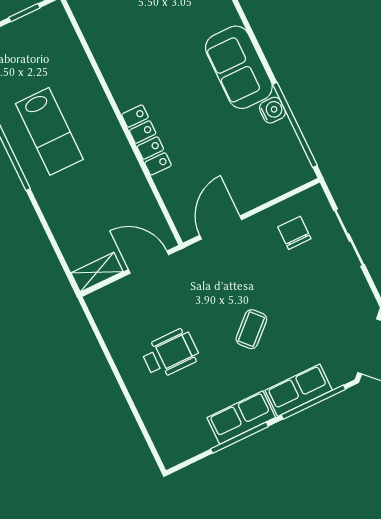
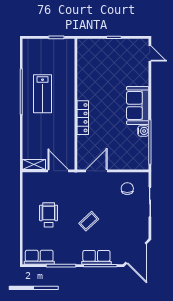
wheelchair: (170, 354) -> (49, 215), turned -90
row of seats: (241, 417) -> (39, 257), moved

